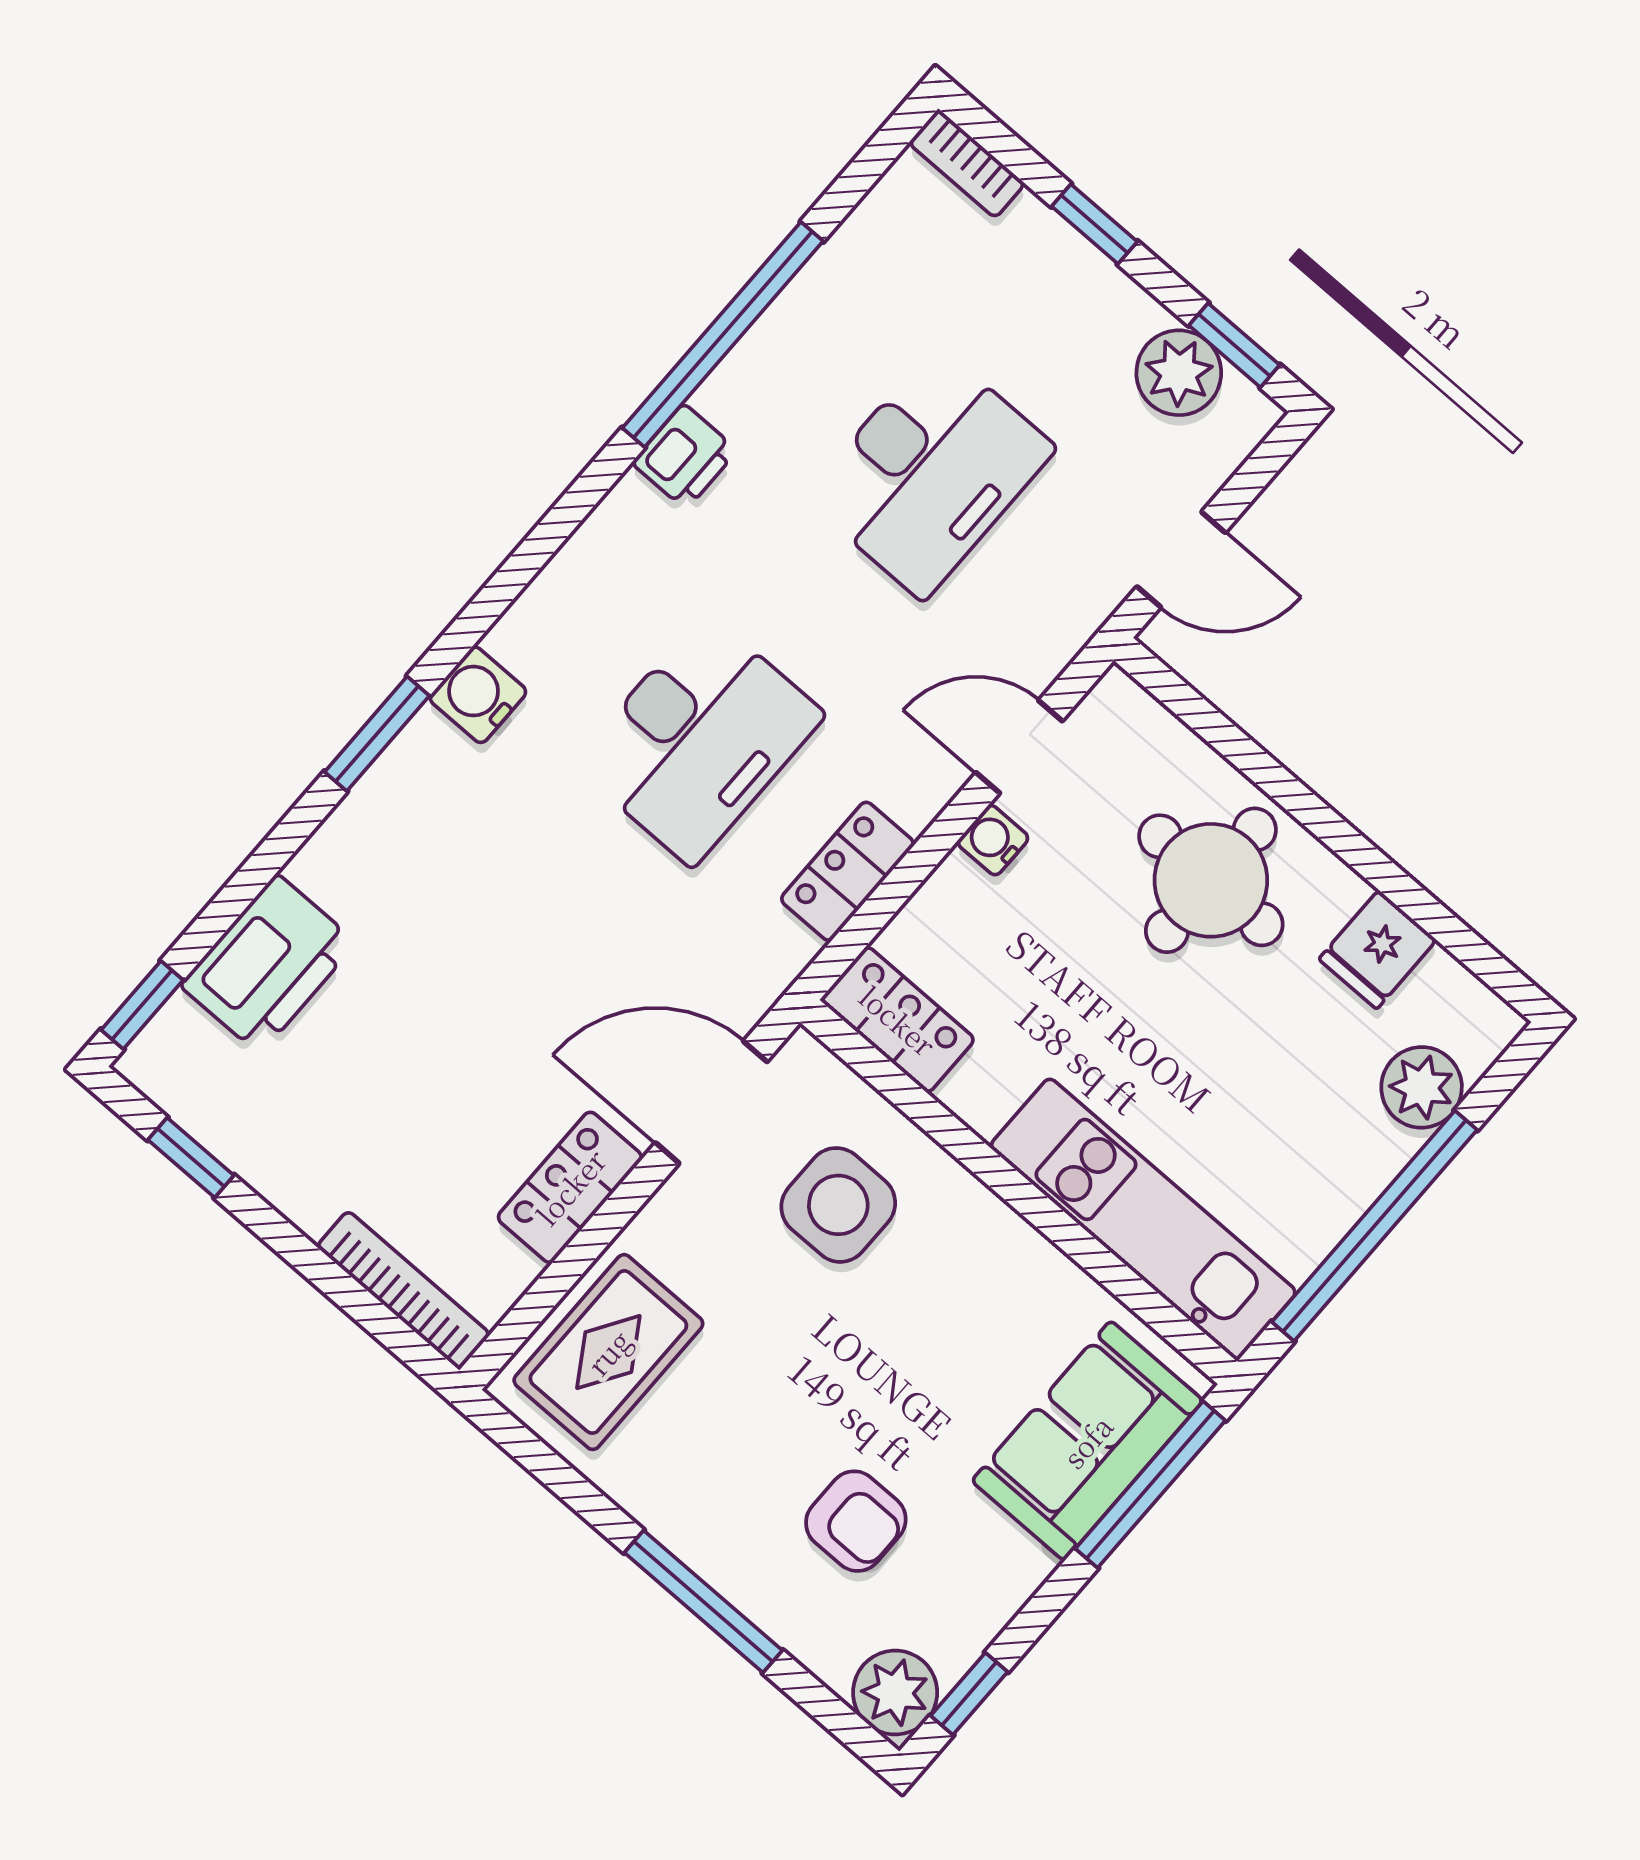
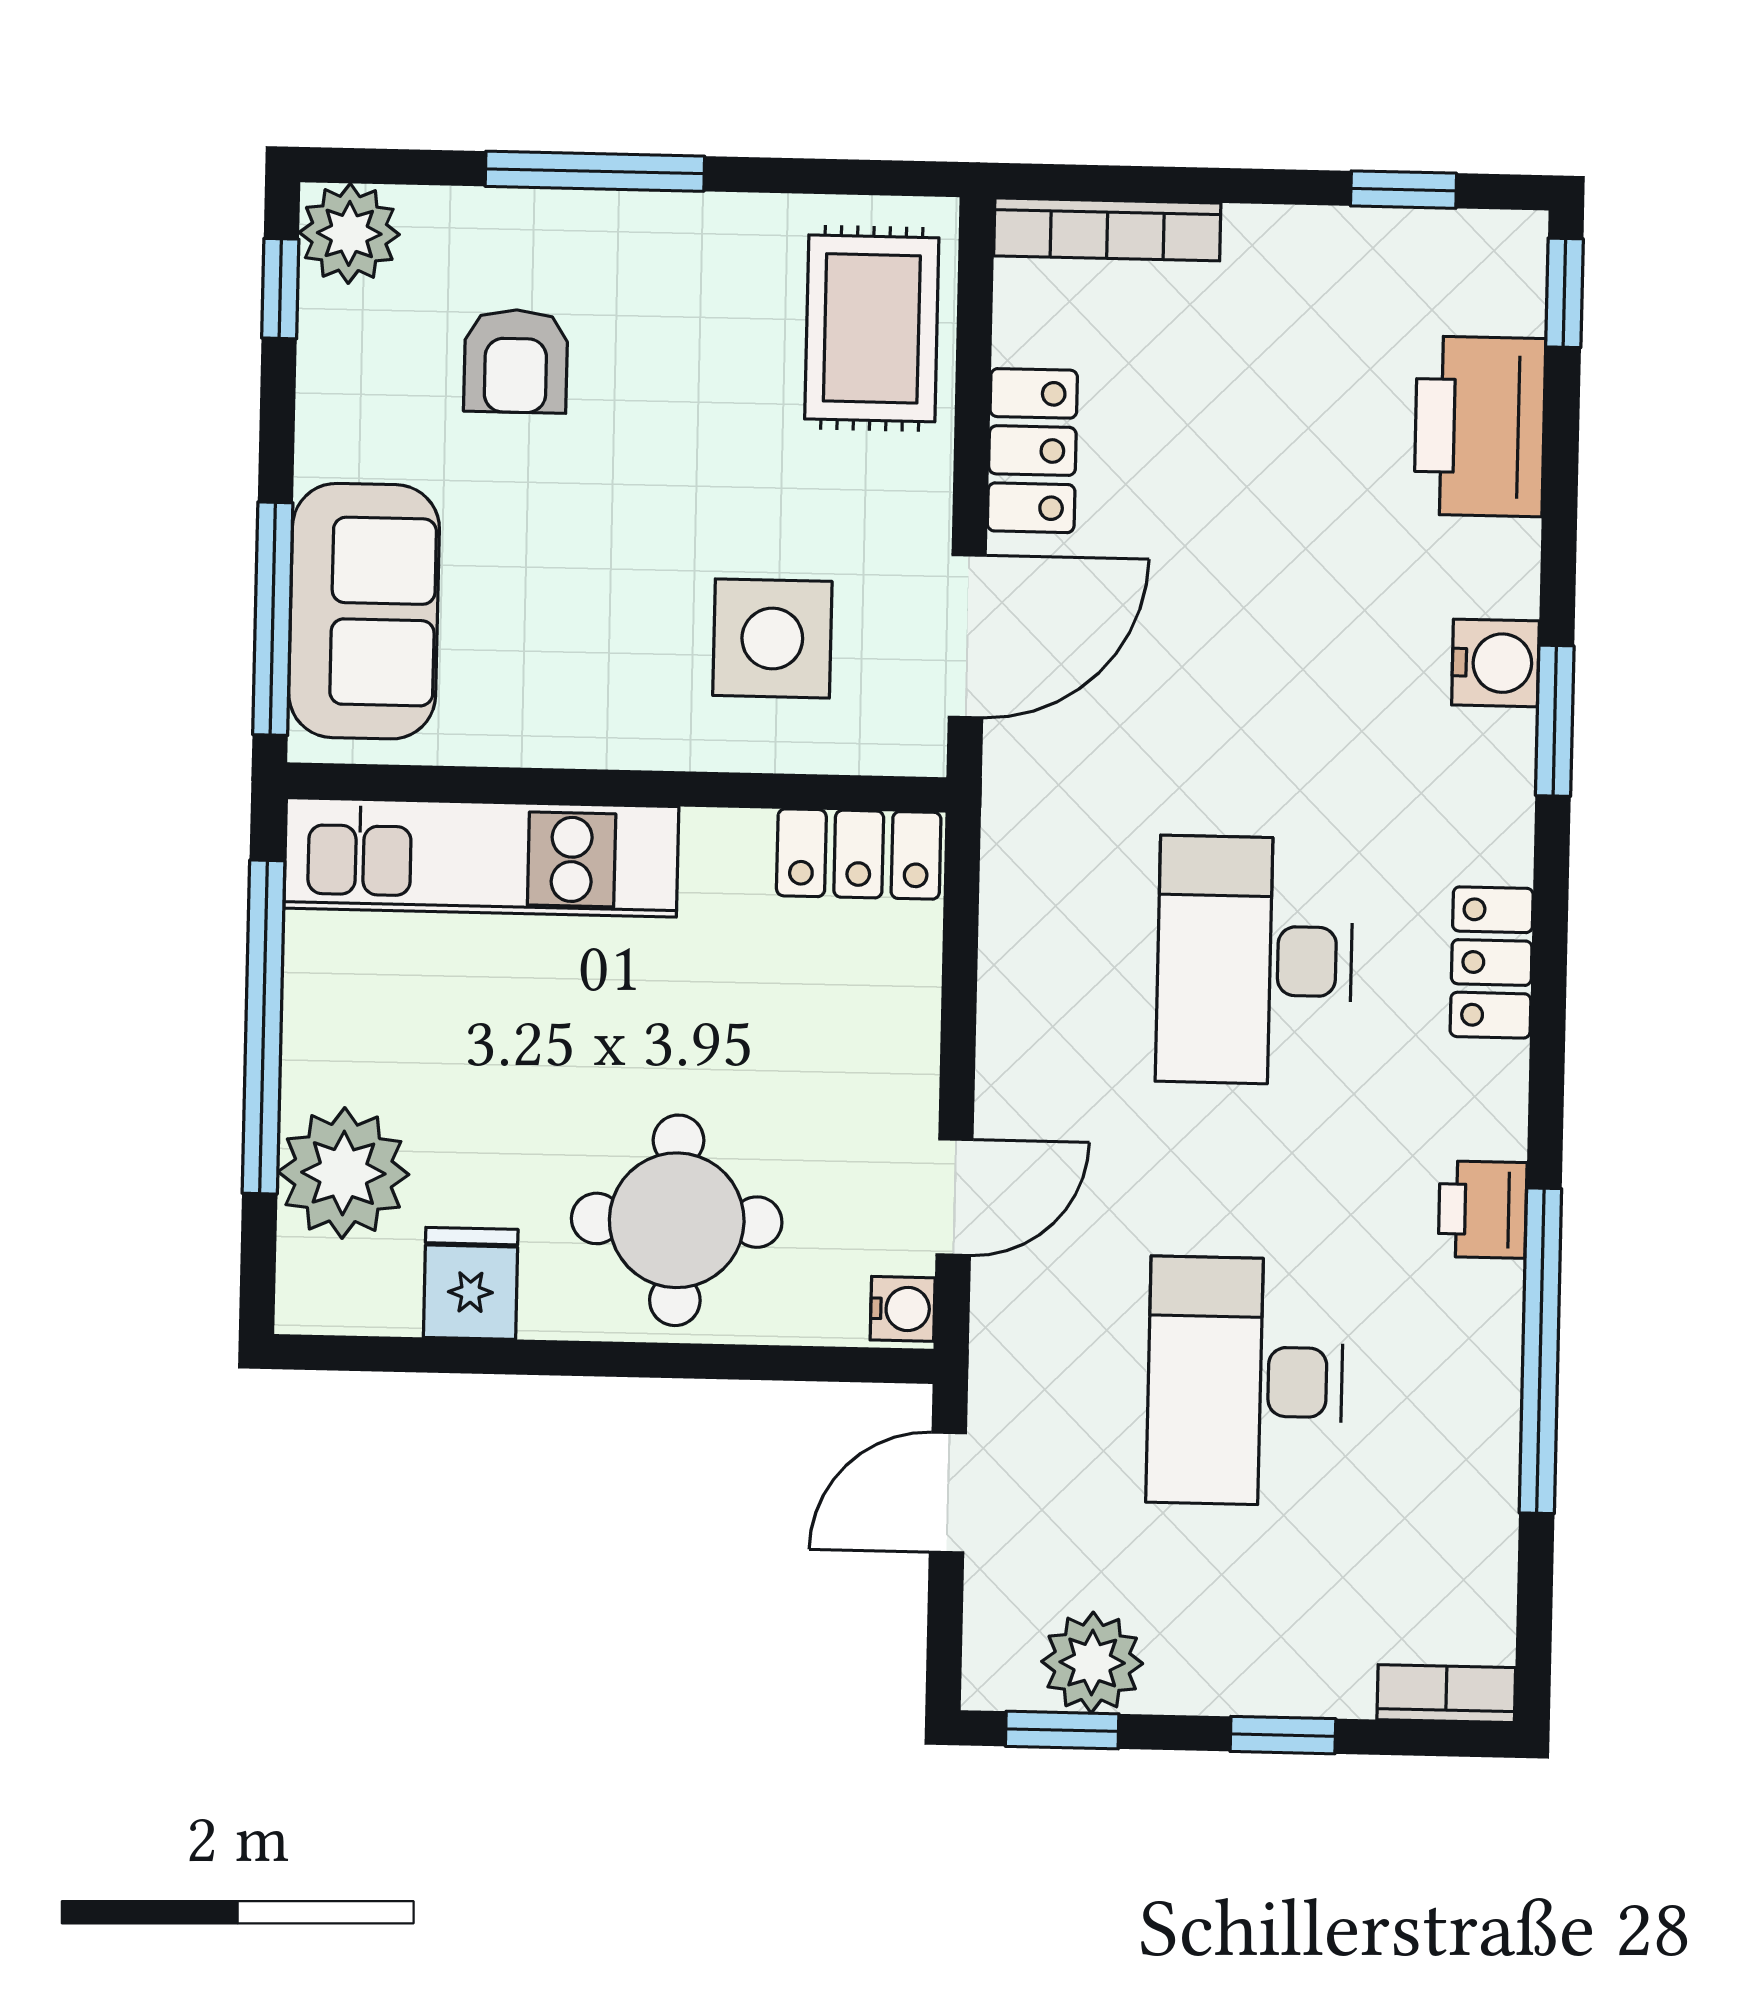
water cooler: (478, 695) -> (1495, 663), moved
water cooler: (993, 840) -> (903, 1309), moved
locker: (847, 871) -> (1492, 962), moved, turned 180
plant: (1422, 1087) -> (343, 1173), width x1.36, depth x1.36
armchair: (856, 1521) -> (516, 361), turned -90

